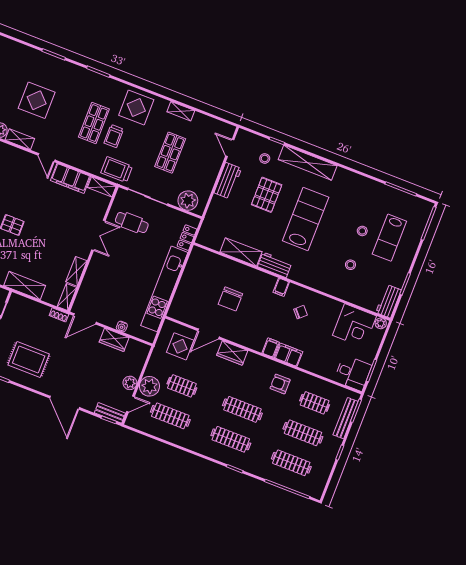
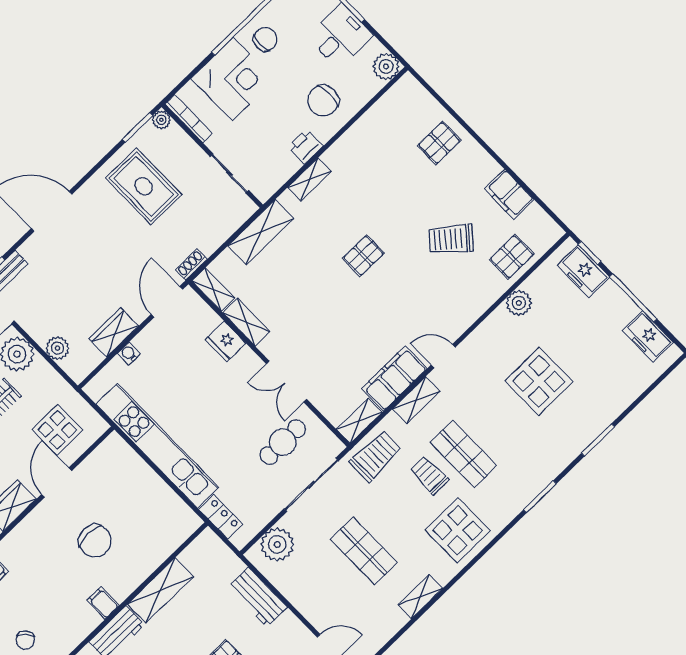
shelving: (20, 139) -> (416, 400), moved
workbench: (228, 181) -> (258, 597), moved
fridge: (92, 278) -> (225, 341), added
filing cabinet: (281, 287) -> (103, 603), moved
chair: (230, 299) -> (95, 541), turned 180
rug: (29, 359) -> (144, 186), turned 90
plant: (130, 383) -> (57, 348), moved

